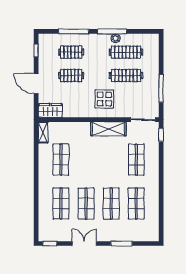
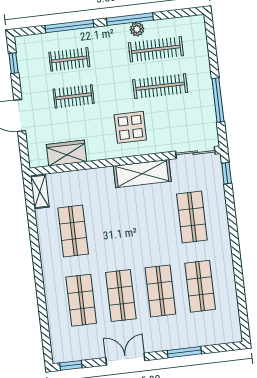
wardrobe: (50, 110) -> (67, 153), moved

